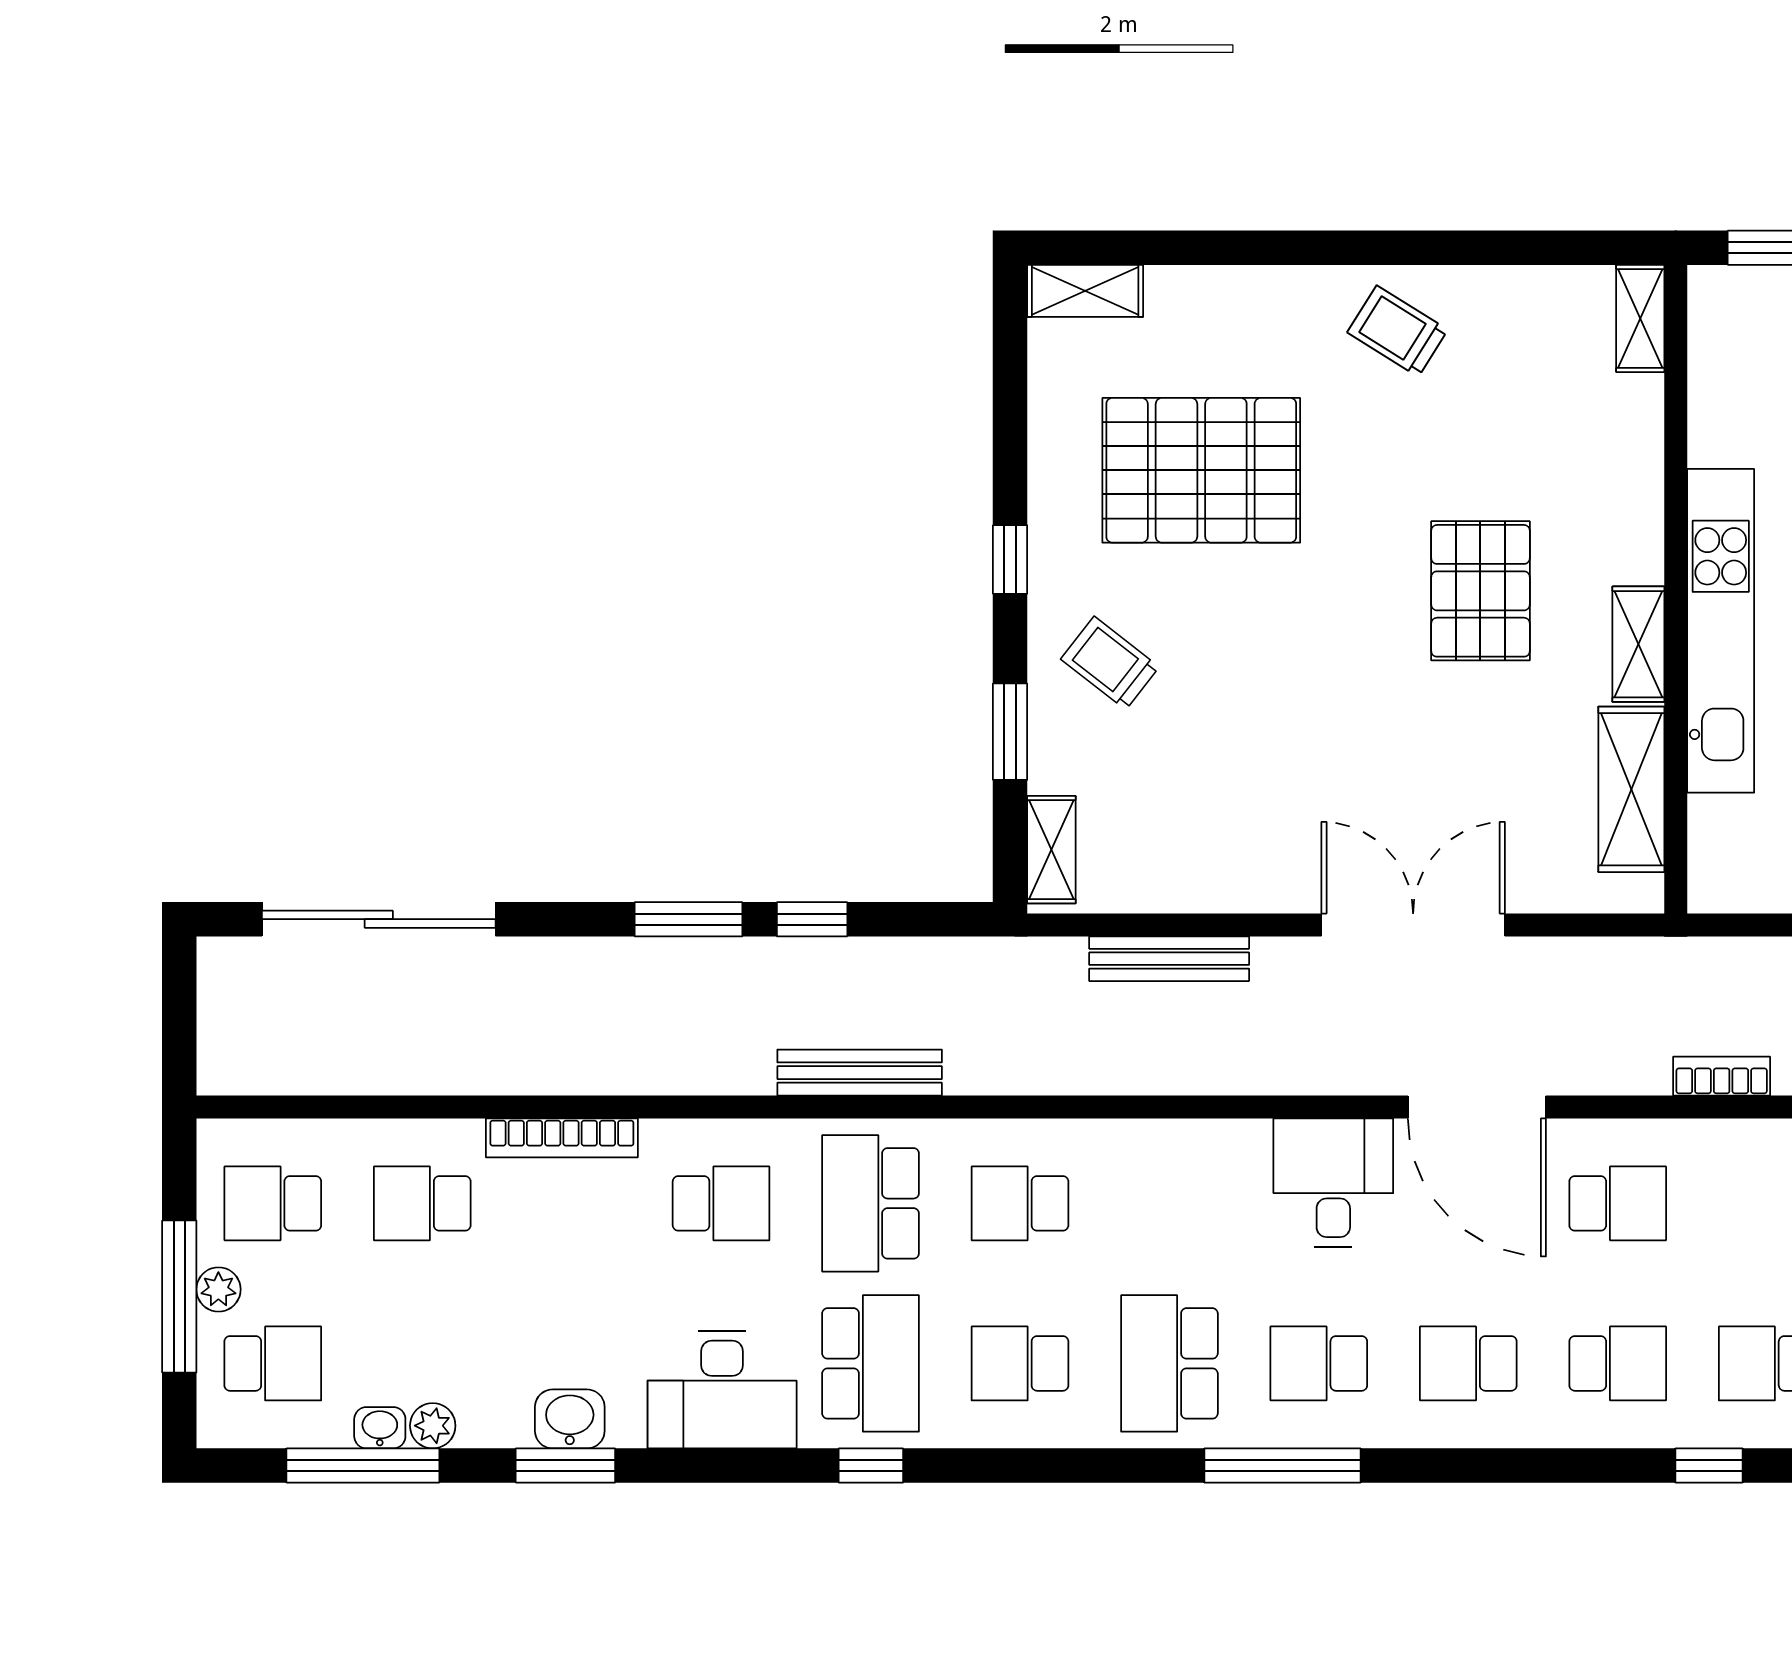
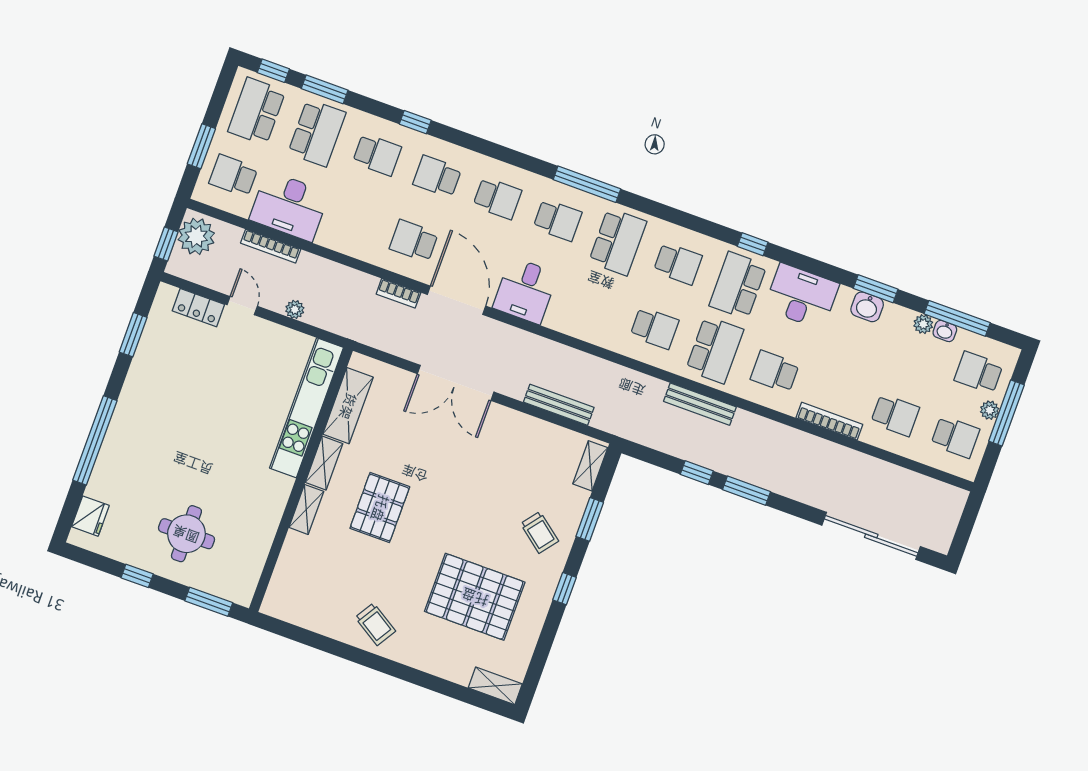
shelving: (1640, 318) -> (306, 509), moved
kitchen unit: (1721, 631) -> (307, 408), moved
bookcase: (1722, 1076) -> (398, 293), moved

